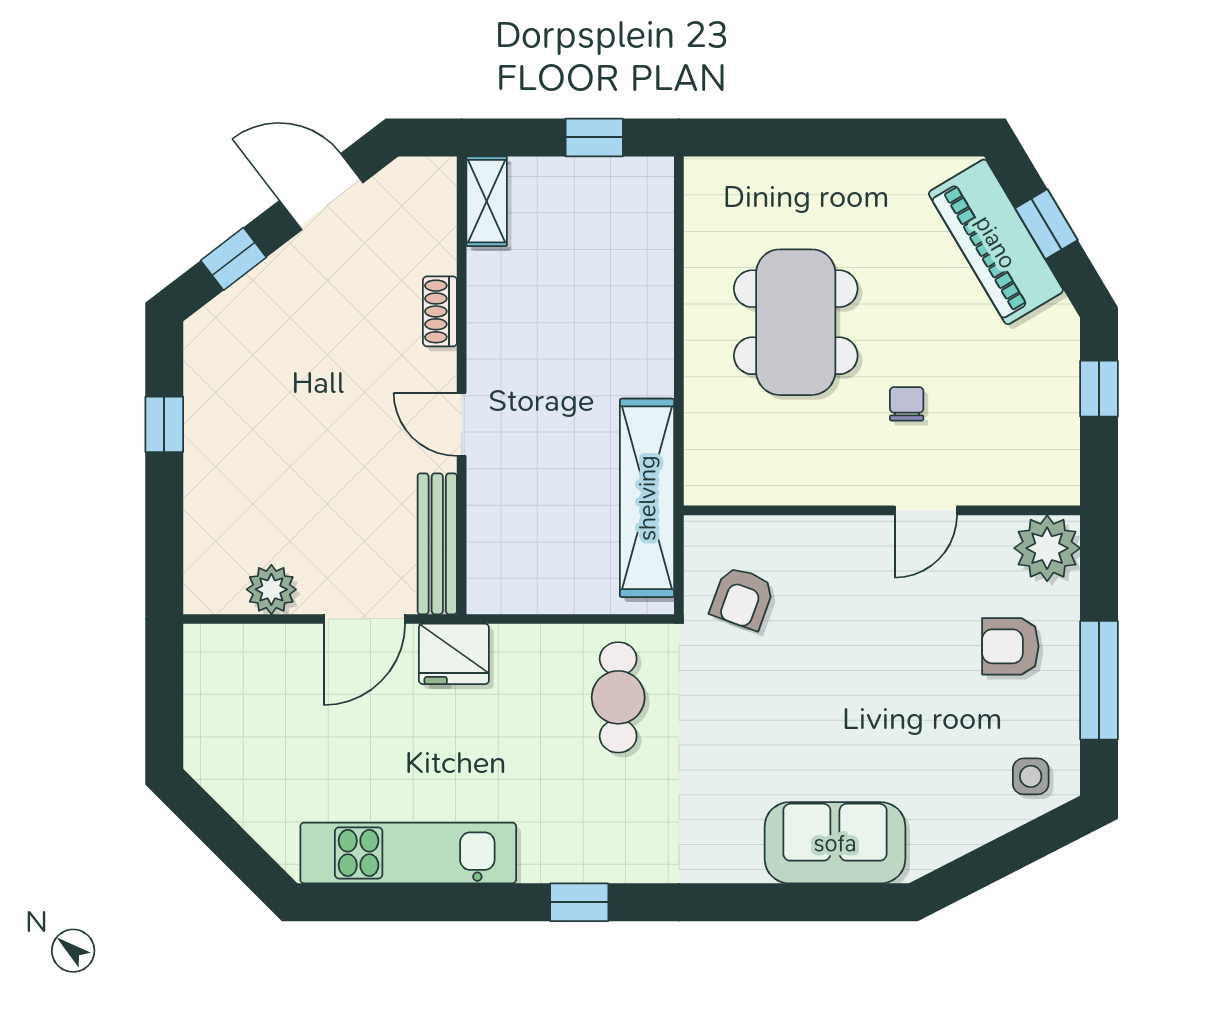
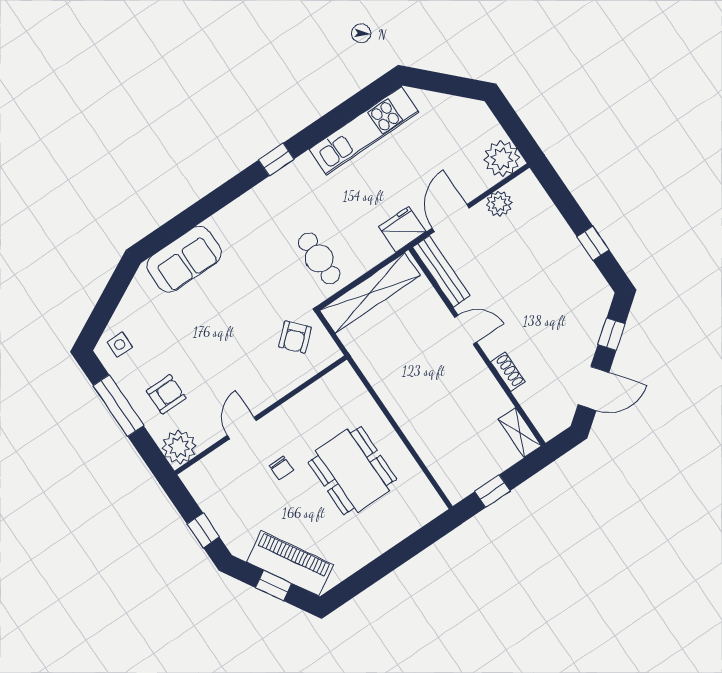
shelving: (647, 498) -> (370, 293), moved, turned 90
armchair: (742, 598) -> (295, 337), turned -152
plant: (218, 659) -> (502, 159), added

